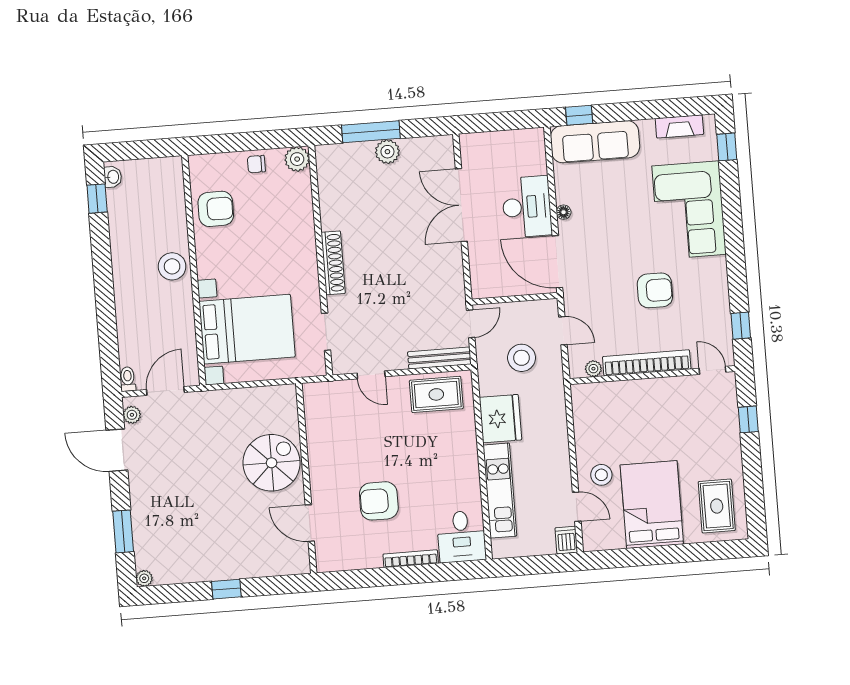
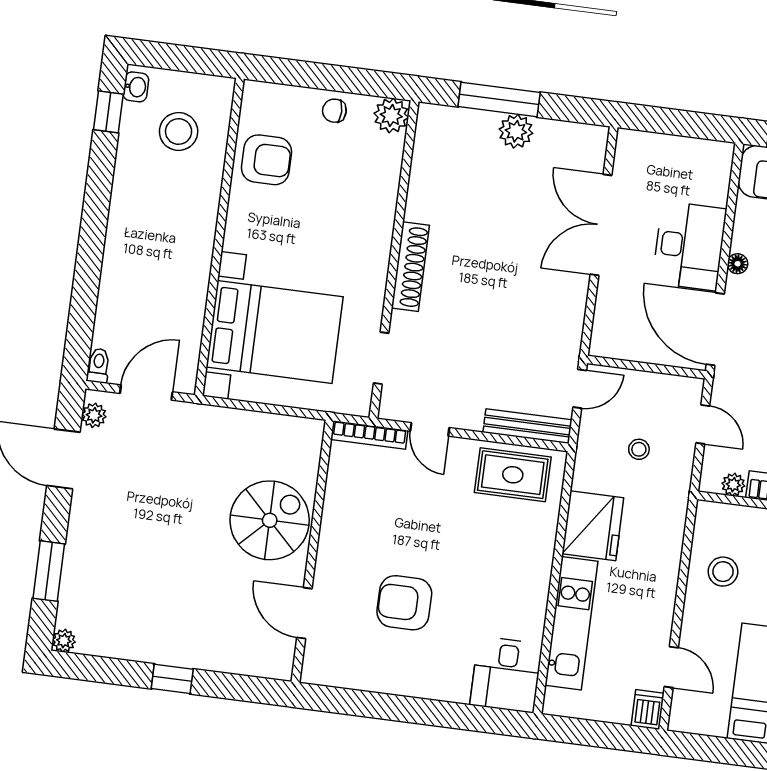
stool: (172, 266) -> (179, 131), moved
stool: (522, 358) -> (639, 449), width x0.53, depth x0.53
stool: (601, 475) -> (723, 572), moved
bookcase: (411, 559) -> (369, 435), moved, turned 180

